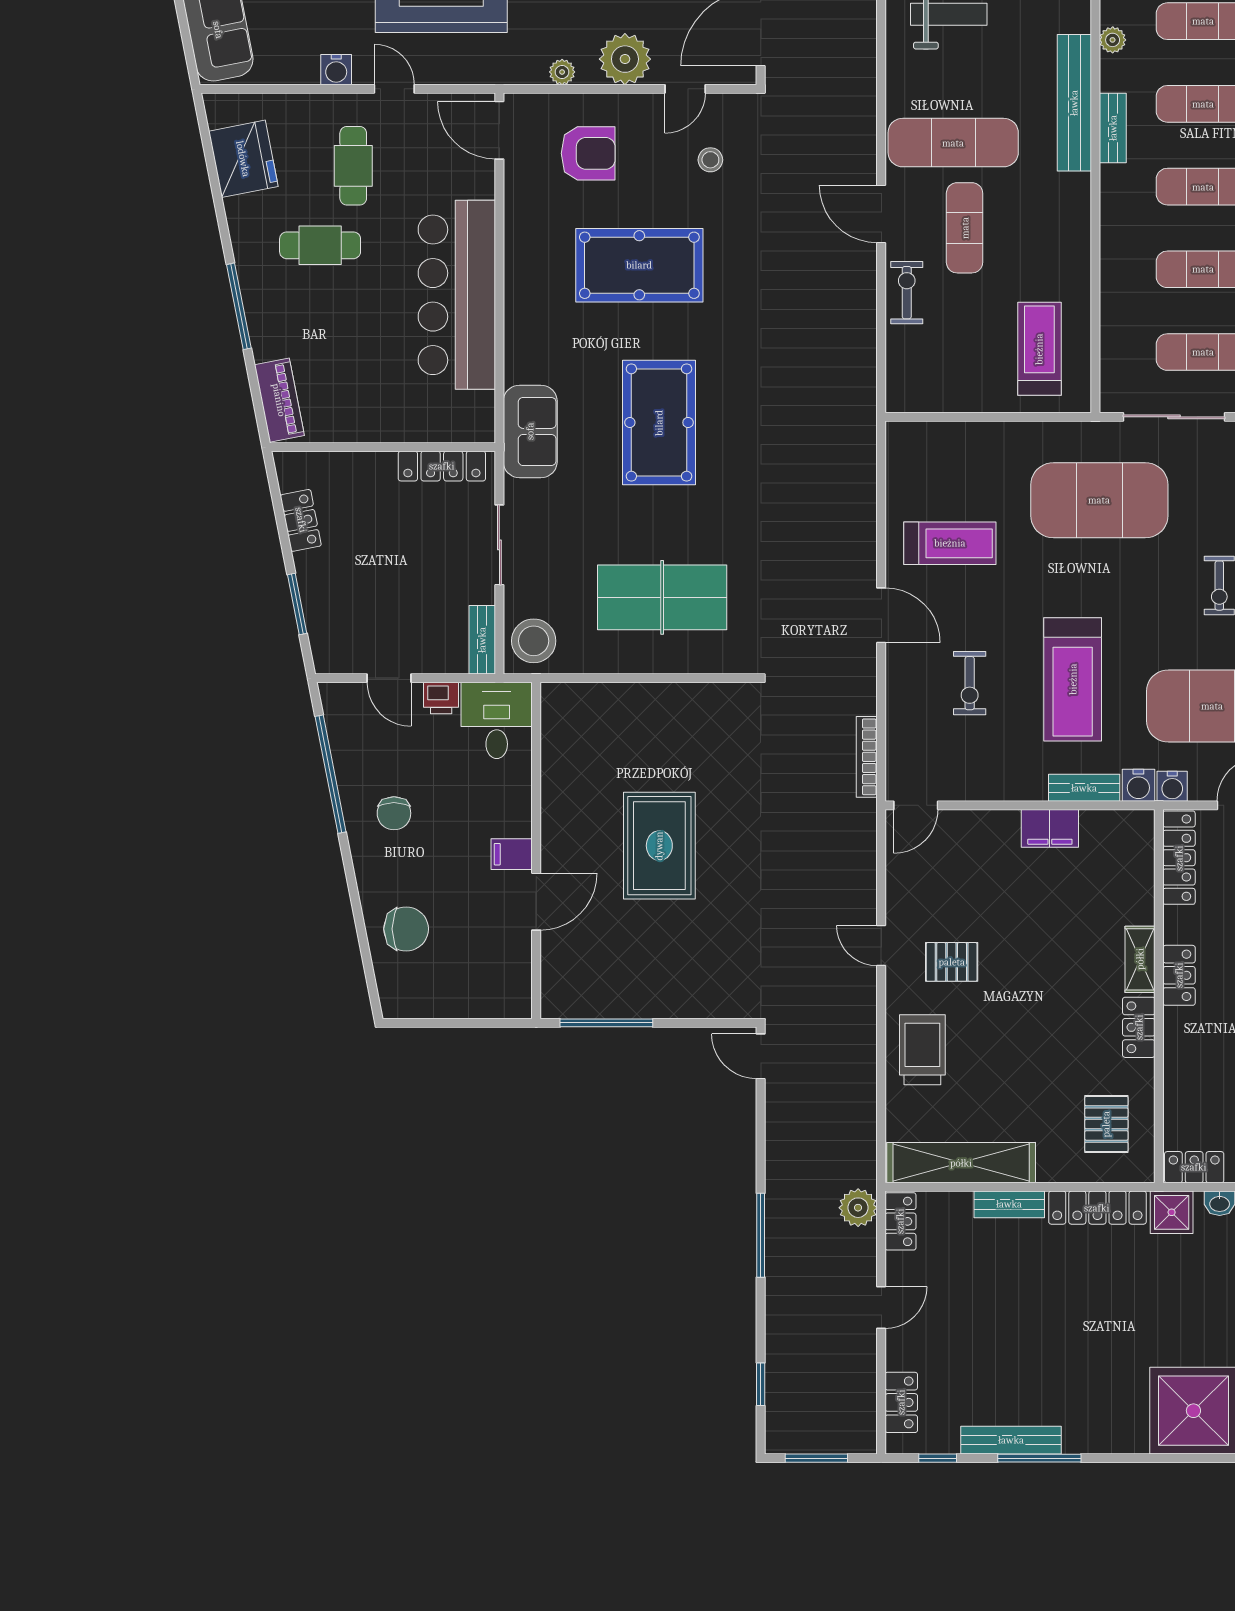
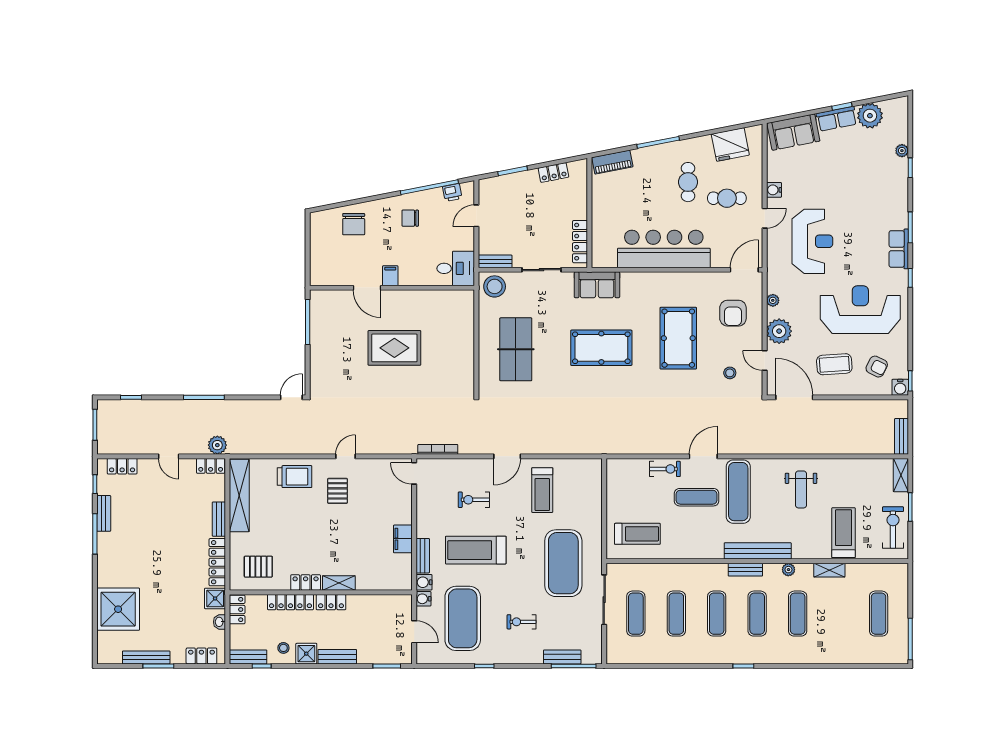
printer: (441, 698) -> (452, 193), moved, turned -101
locker: (1179, 858) -> (290, 602), moved
bench: (1011, 1440) -> (104, 513), width x0.73

